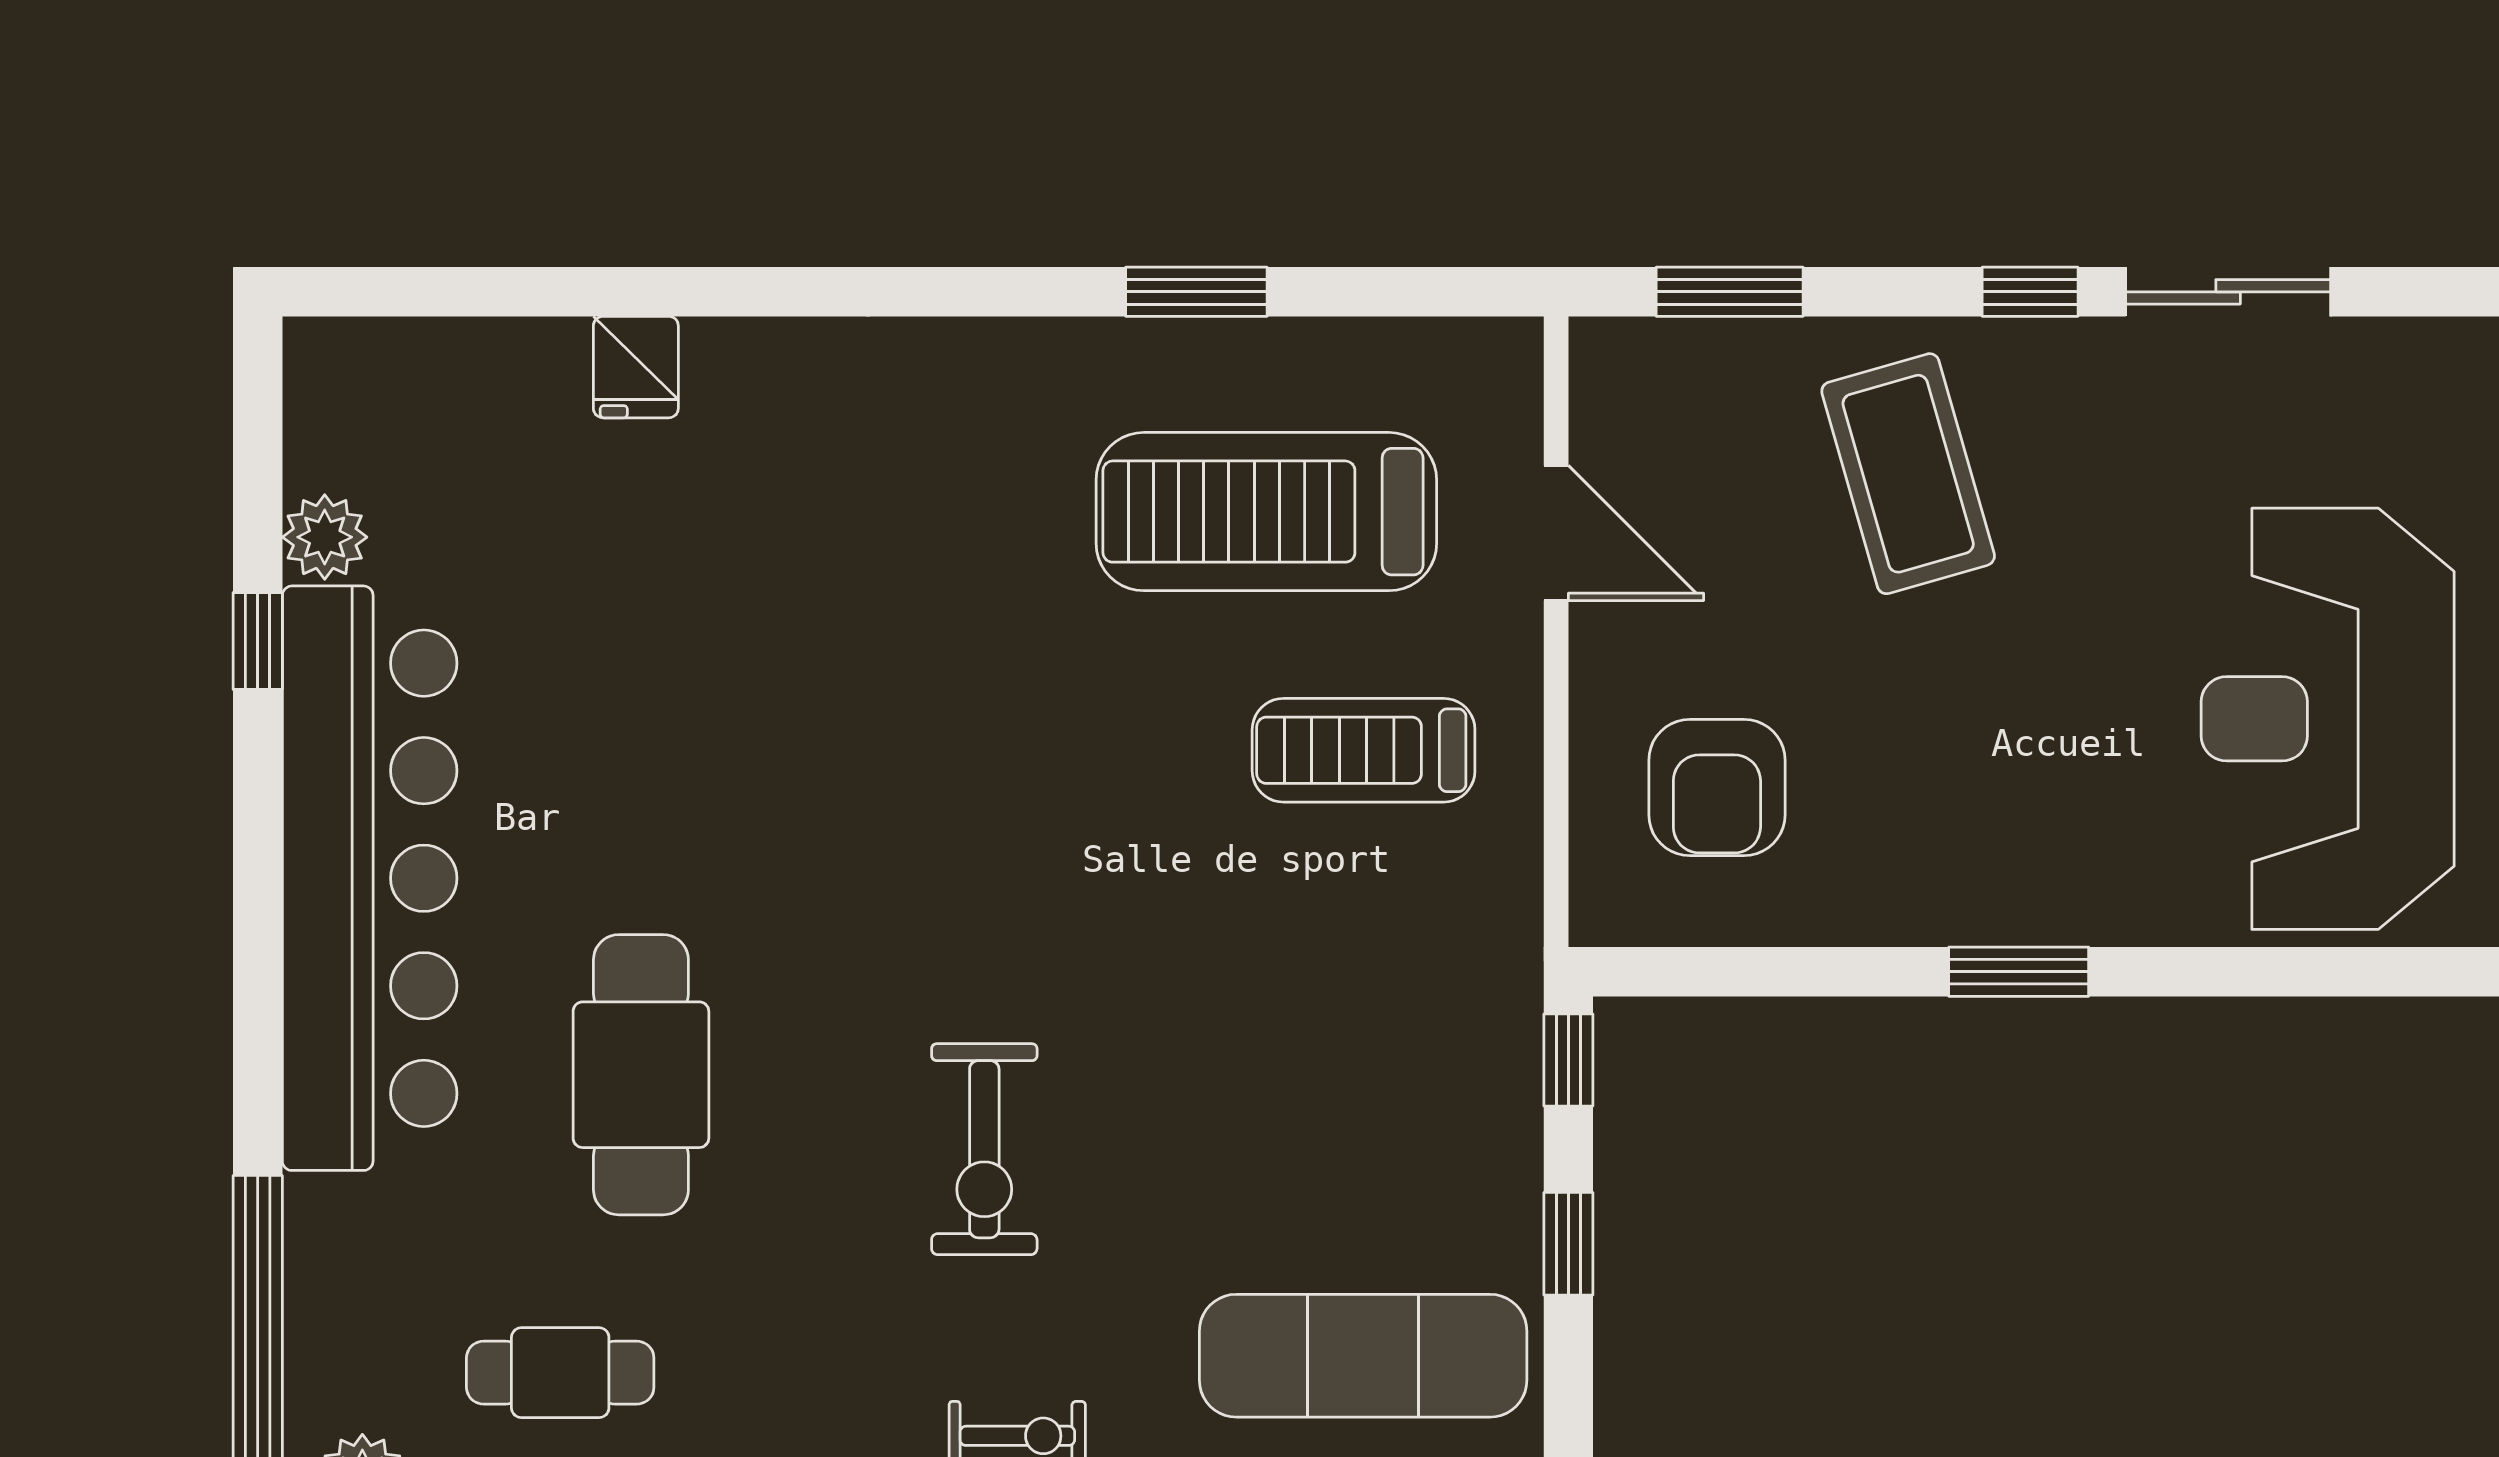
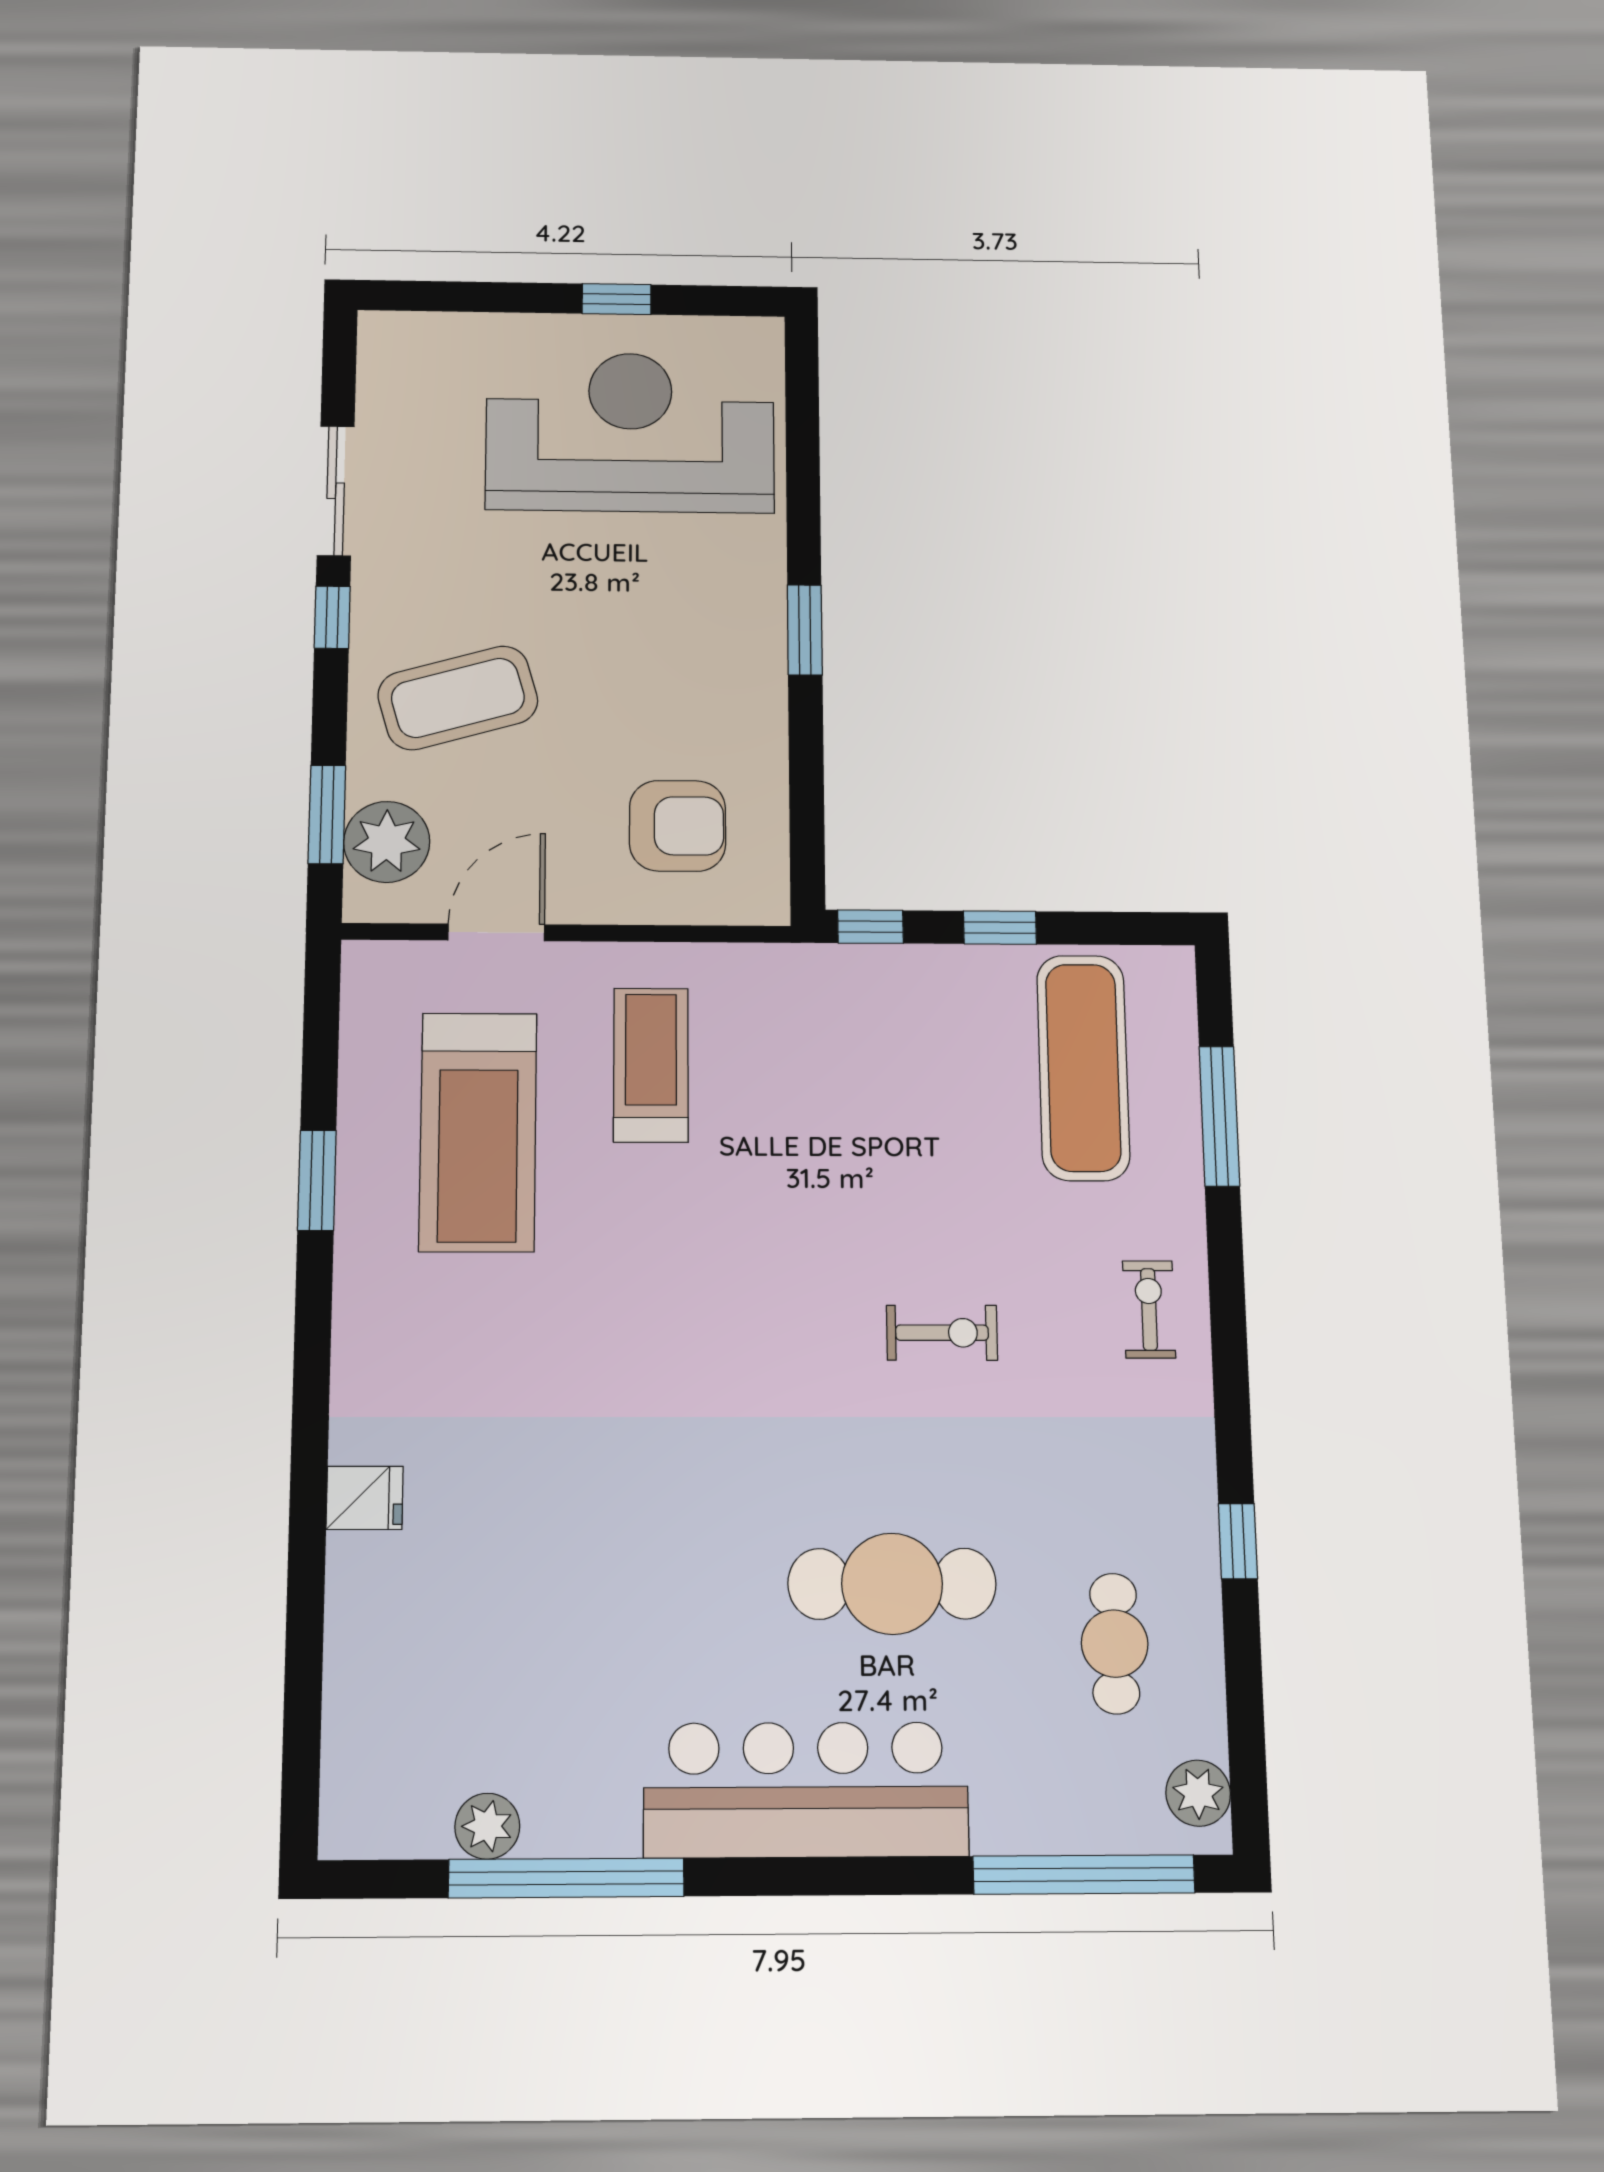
fridge: (636, 367) -> (365, 1498), moved
plant: (1689, 377) -> (387, 842), added
window: (258, 641) -> (566, 1878), width x3.17
reception desk: (2328, 719) -> (630, 432), turned 180
treadmill: (1364, 750) -> (651, 1065), turned 180
bar counter: (370, 878) -> (806, 1790), width x0.73
exercise bike: (984, 1149) -> (942, 1333), width x0.73, depth x0.72

